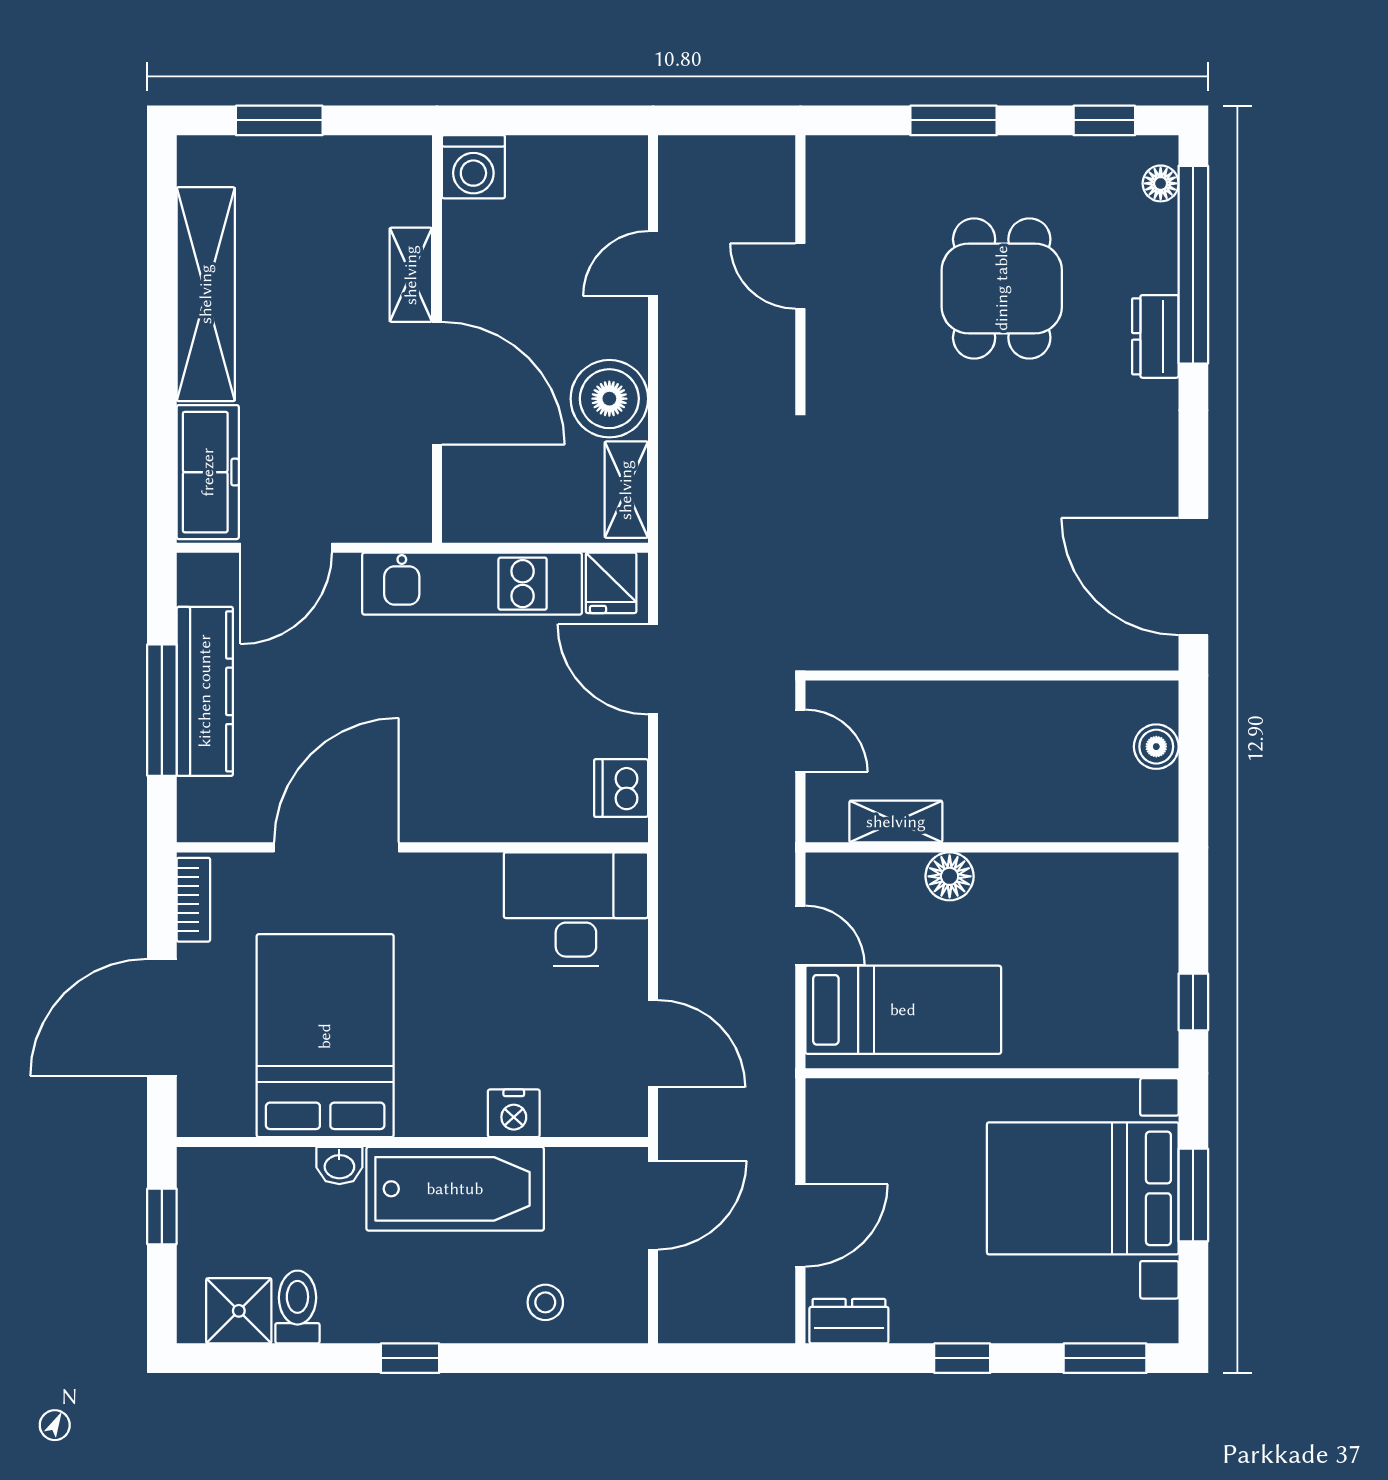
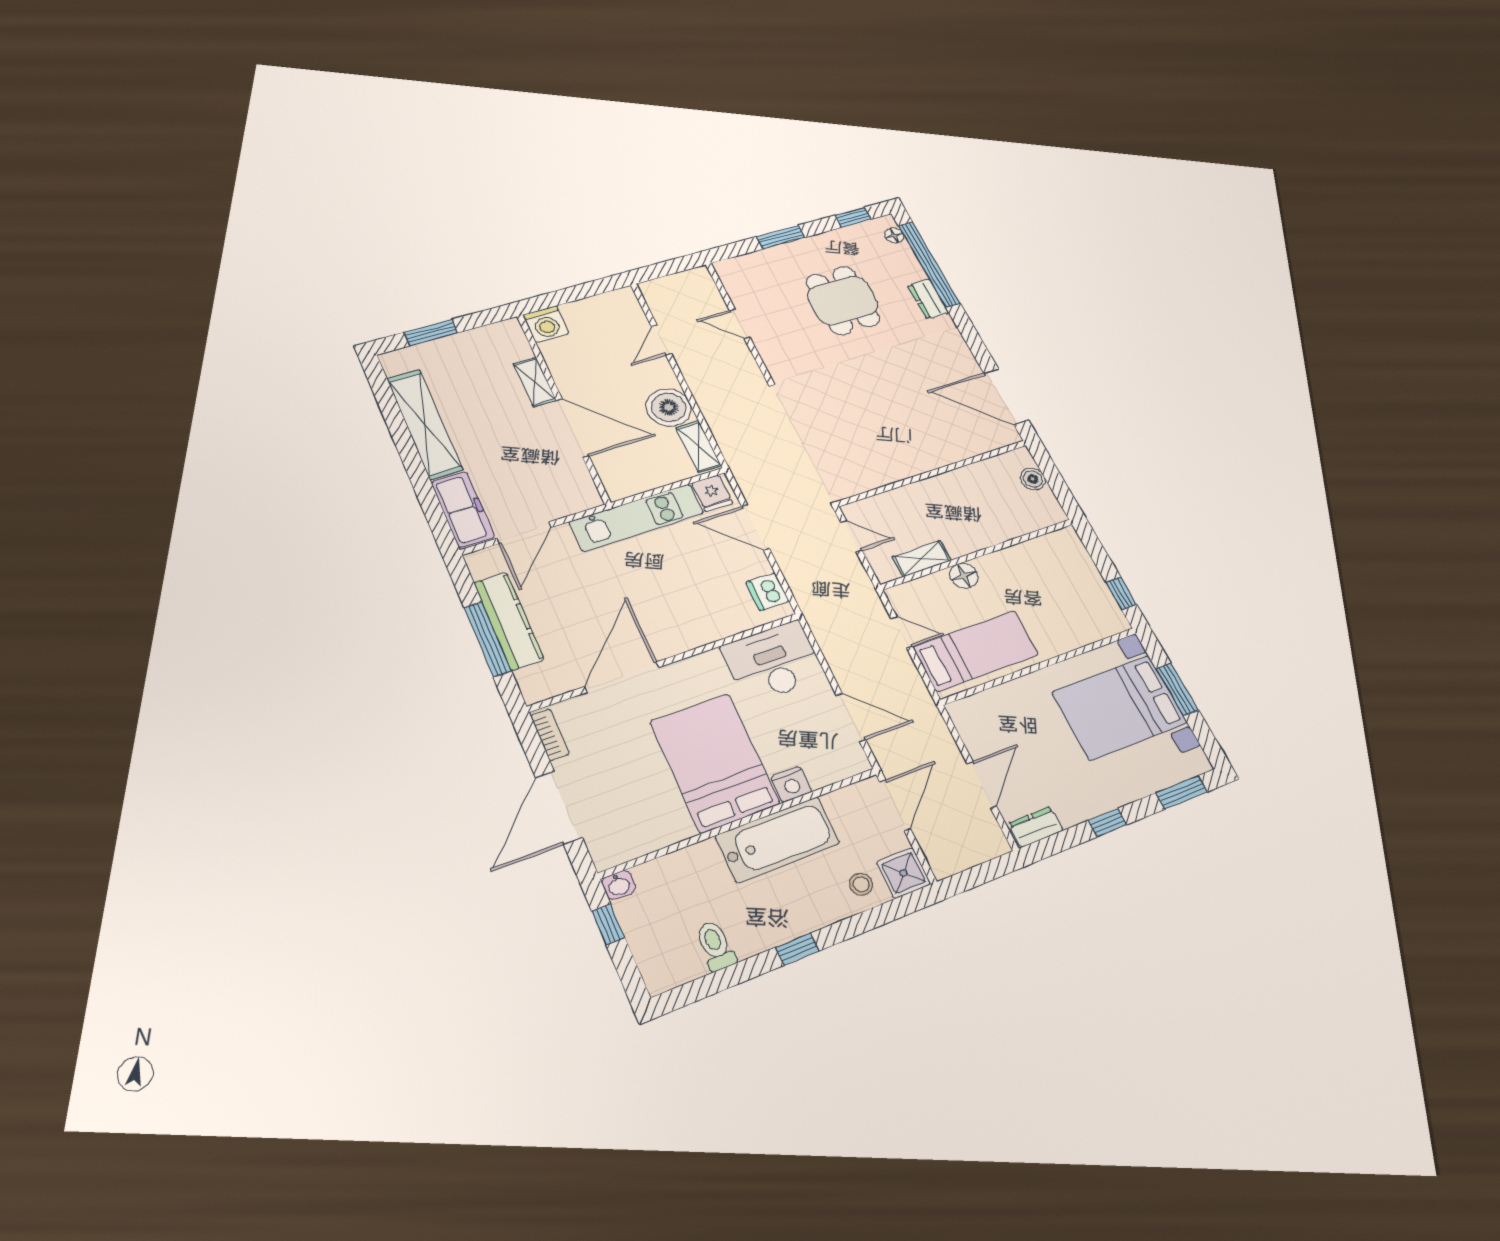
bed: (325, 1036) -> (714, 763), moved
washbasin: (339, 1166) -> (619, 885), moved
shower: (239, 1311) -> (903, 873), moved

